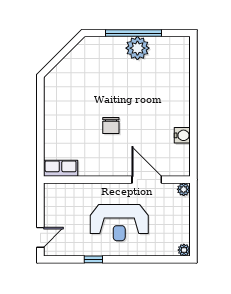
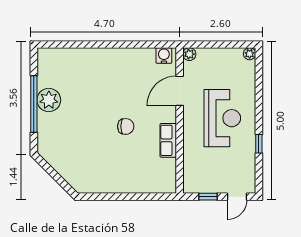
water cooler: (182, 135) -> (164, 56), moved
row of seats: (61, 168) -> (168, 140), moved
window: (40, 208) -> (208, 197), added
door: (40, 237) -> (237, 197), swing flipped

